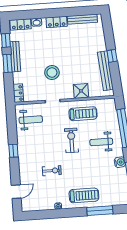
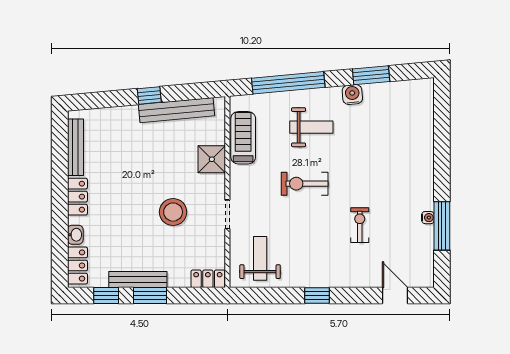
treadmill: (83, 114) -> (243, 138), moved
weight bench: (101, 142) -> (311, 127), turned -90
treadmill: (84, 195) -> (411, 167), removed
window: (100, 211) -> (442, 226), moved

